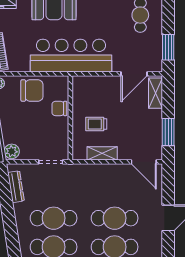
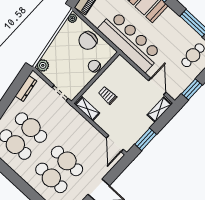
door: (134, 74) -> (157, 87), swing flipped
chair: (32, 91) -> (88, 41), turned 90
shelving: (102, 153) -> (87, 109), moved

